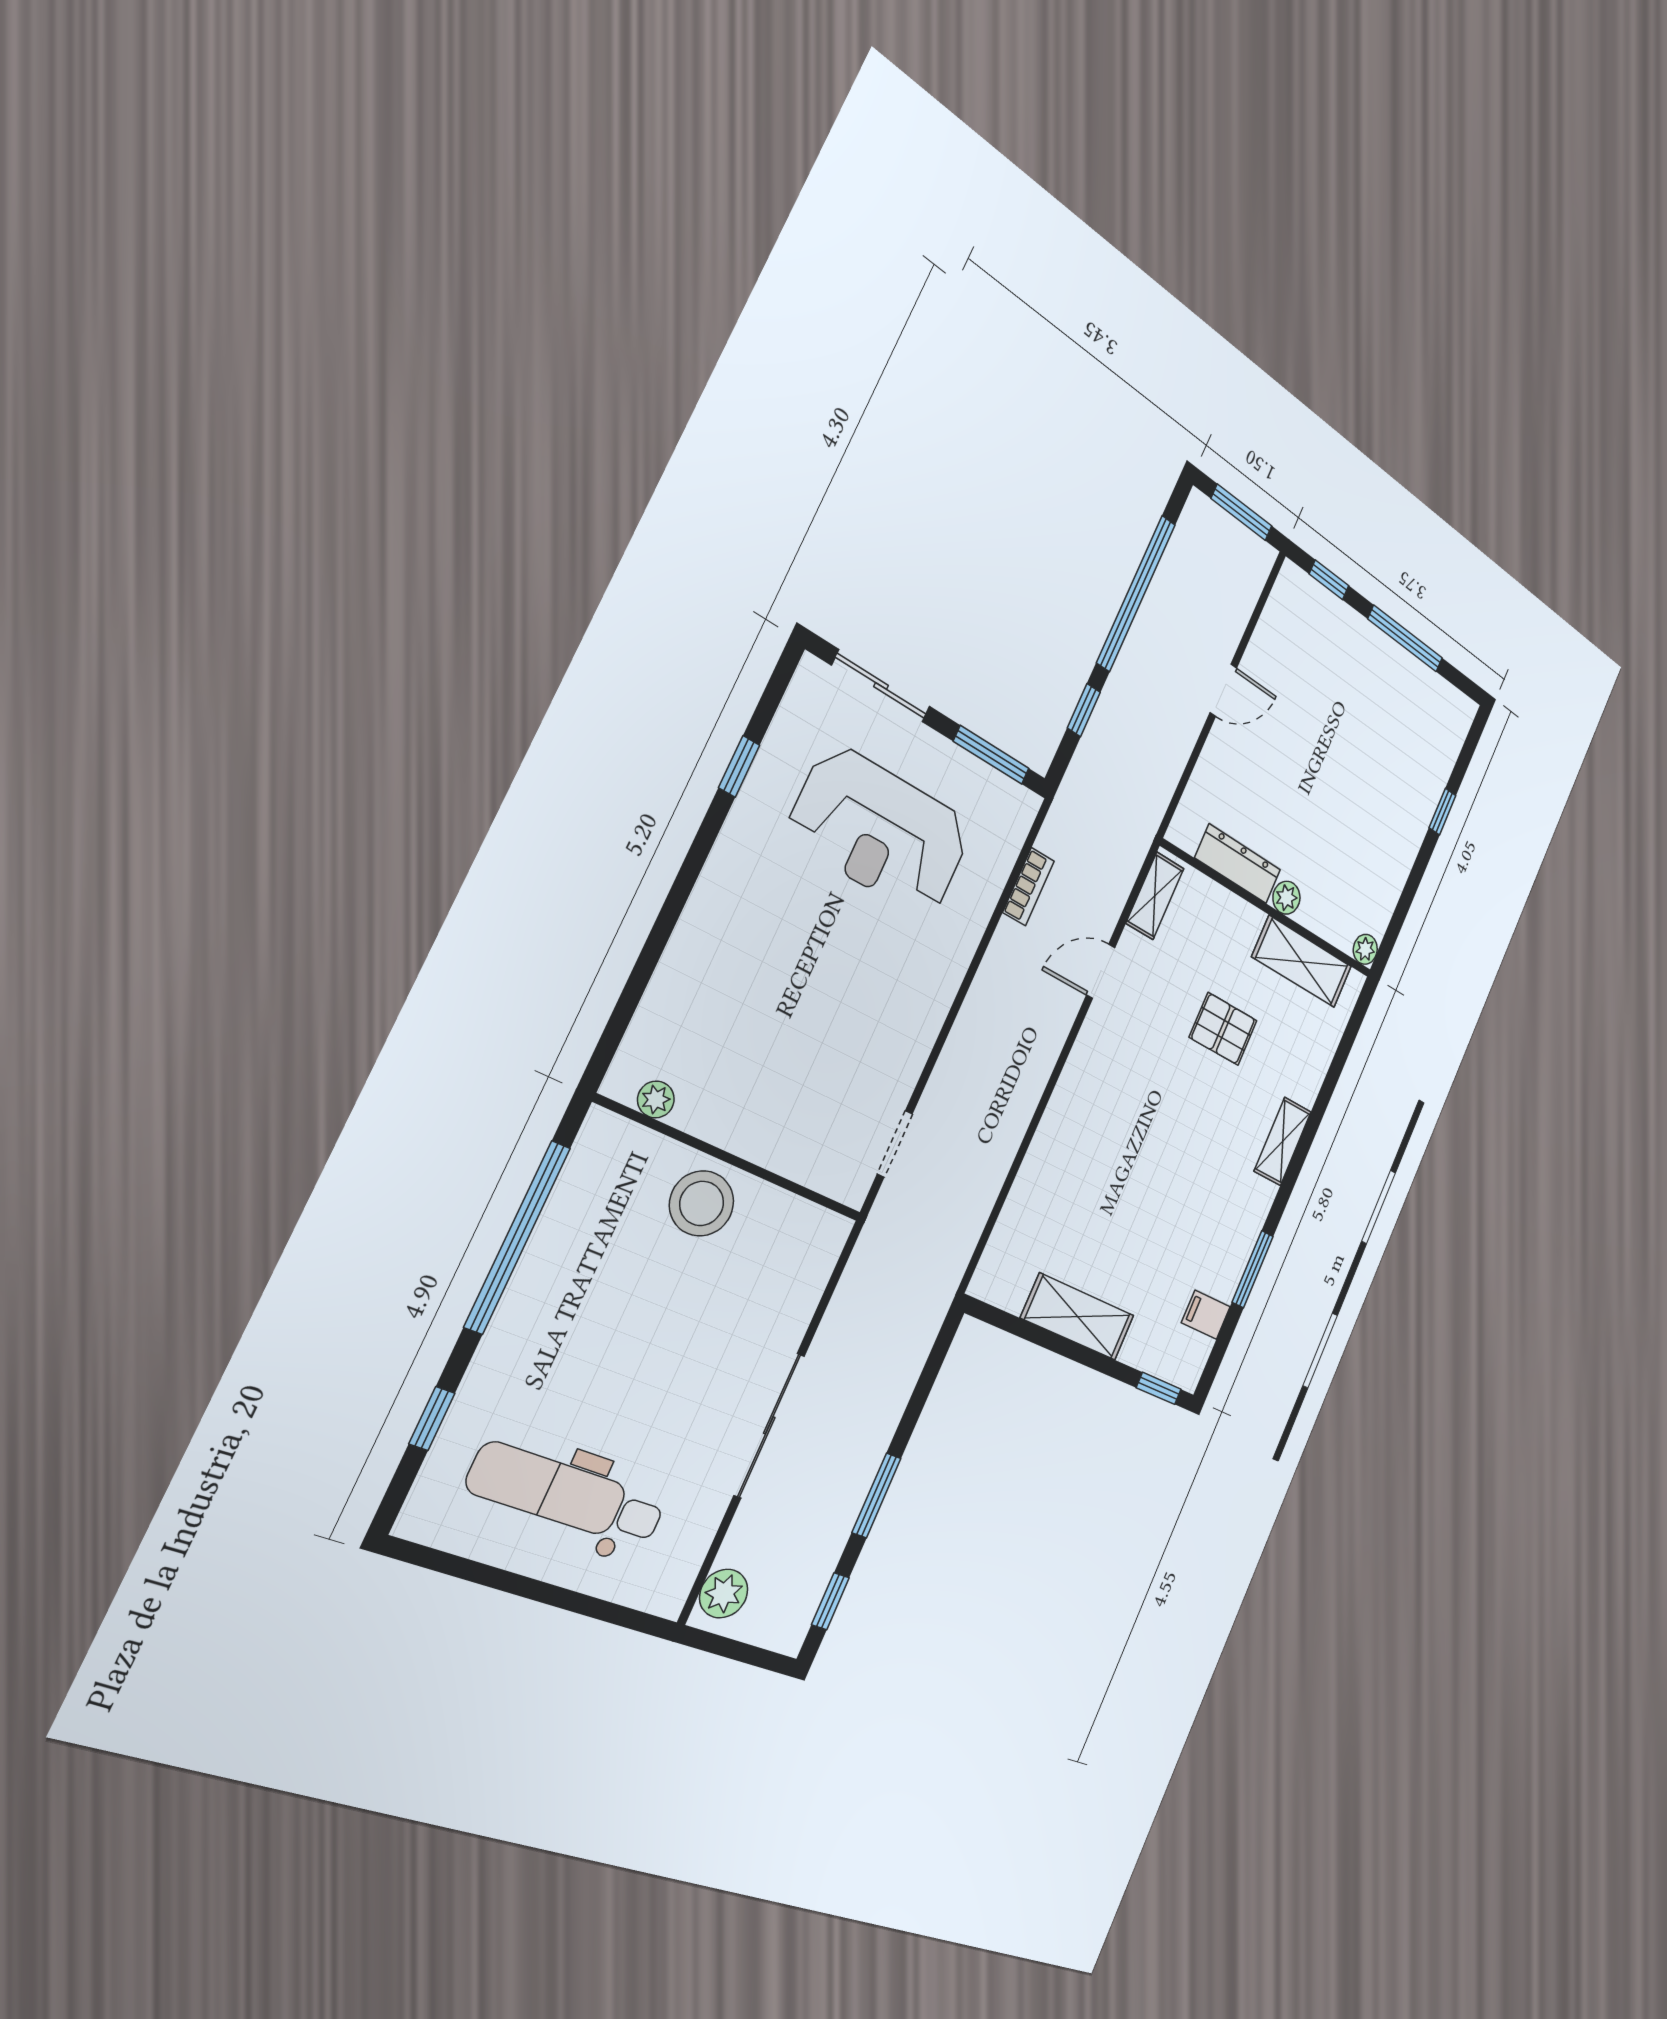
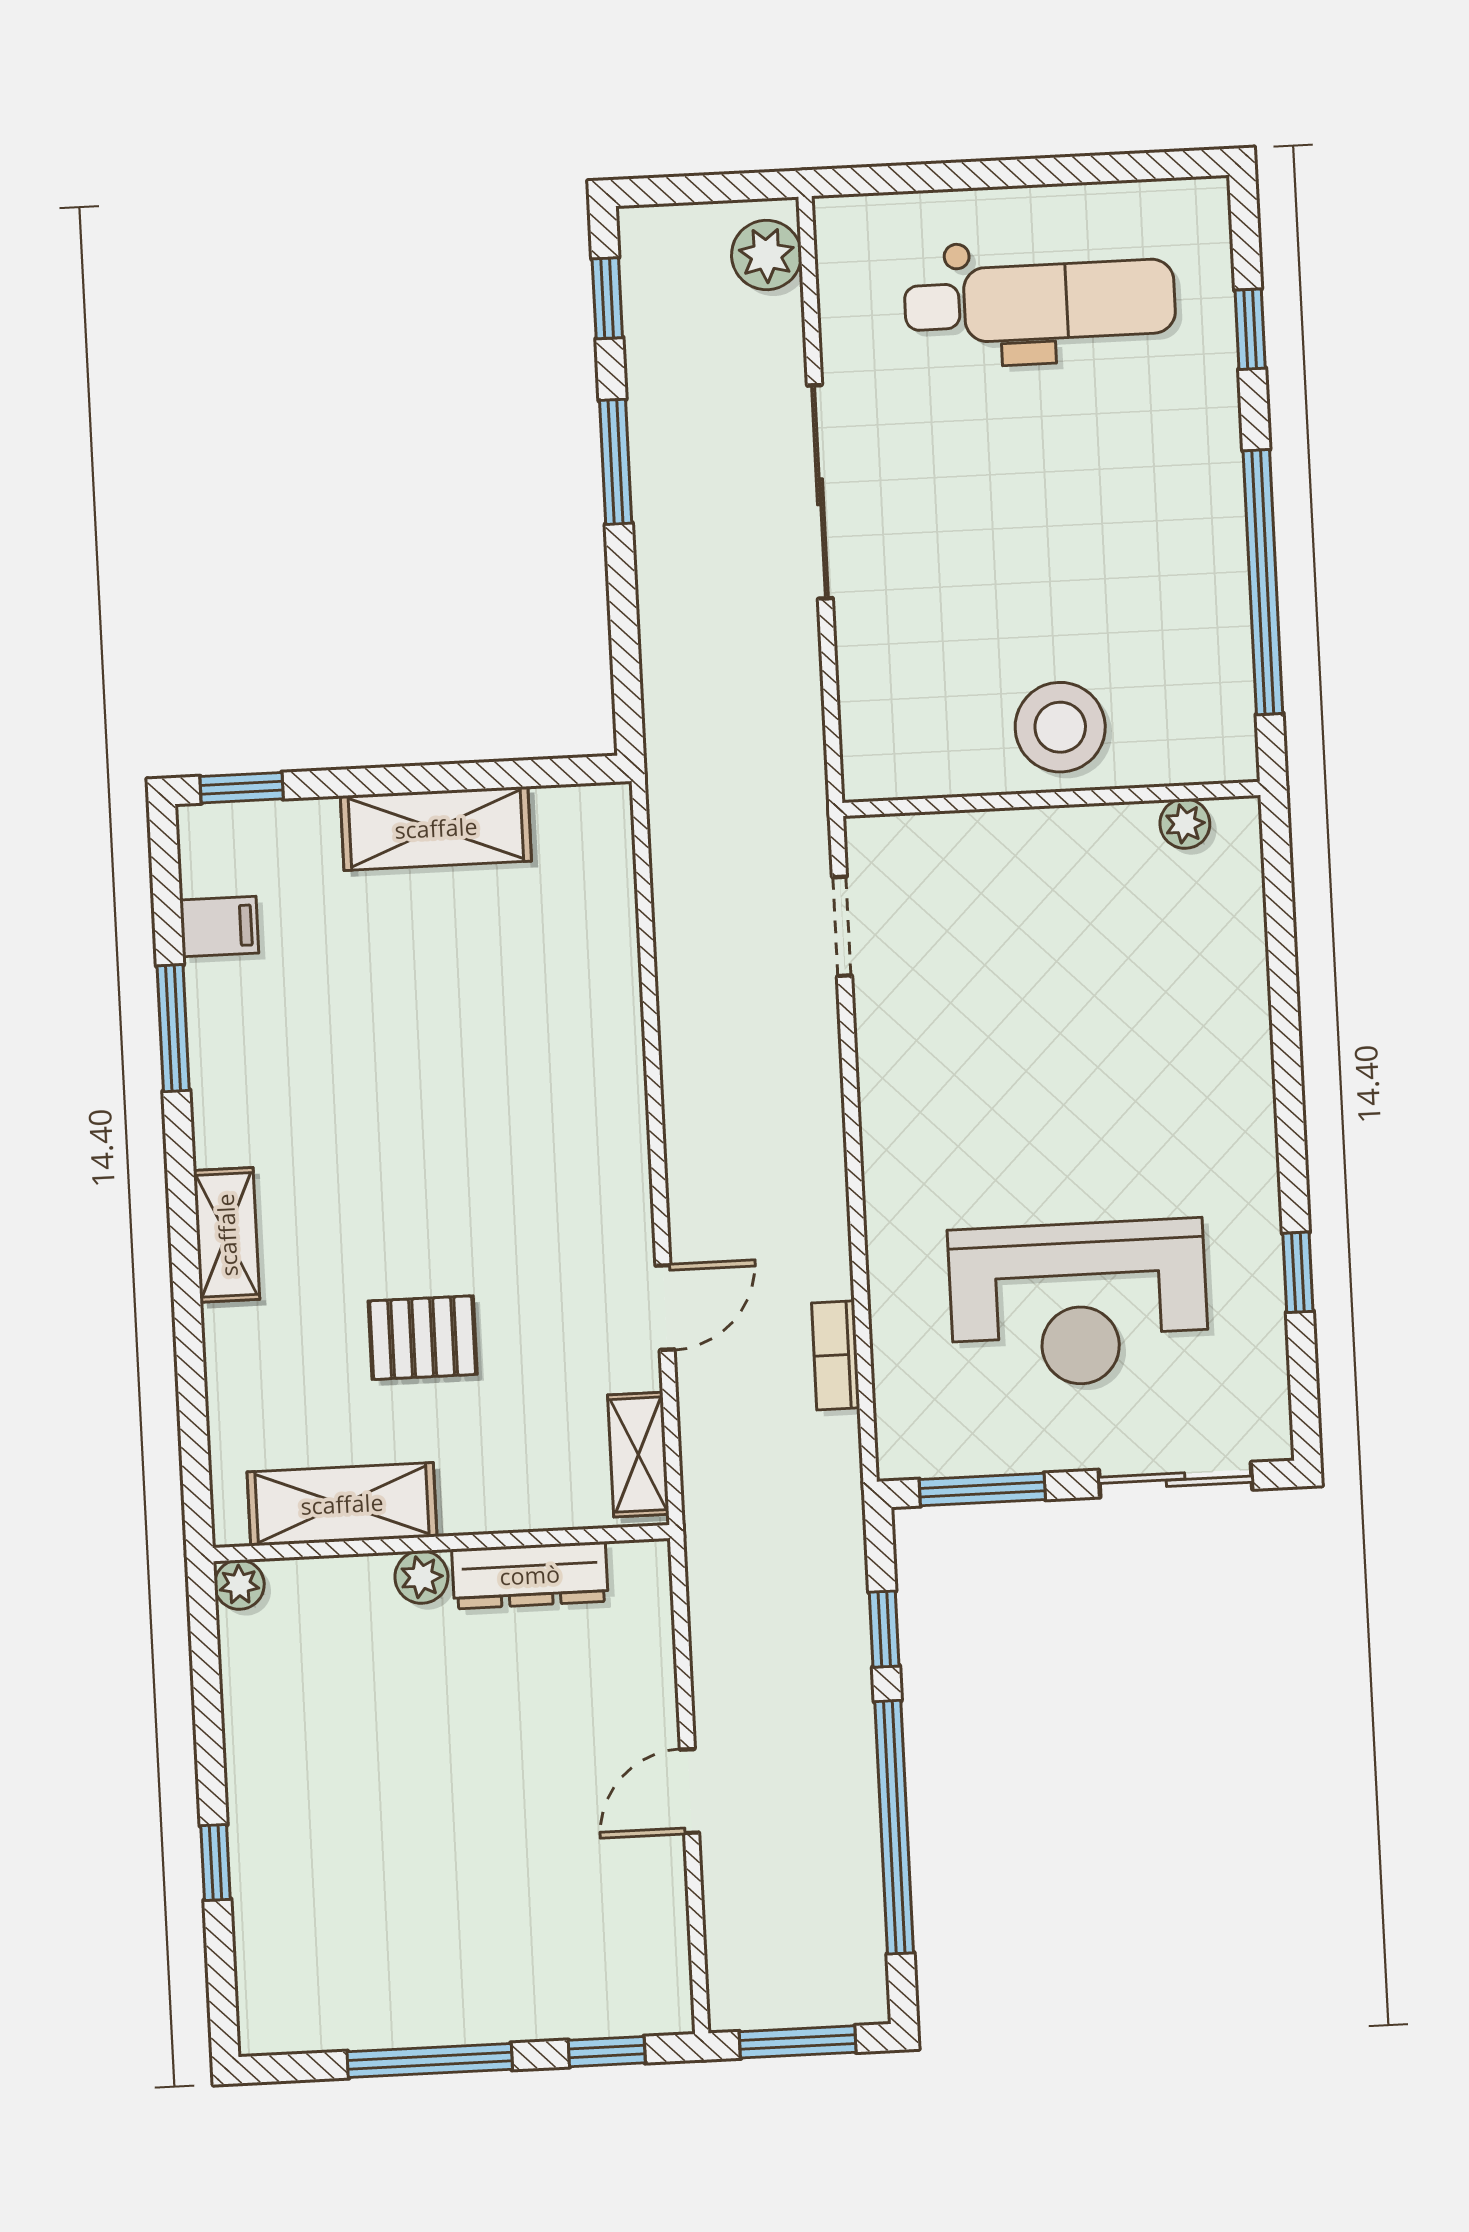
reception desk: (880, 831) -> (1079, 1304), turned 180

